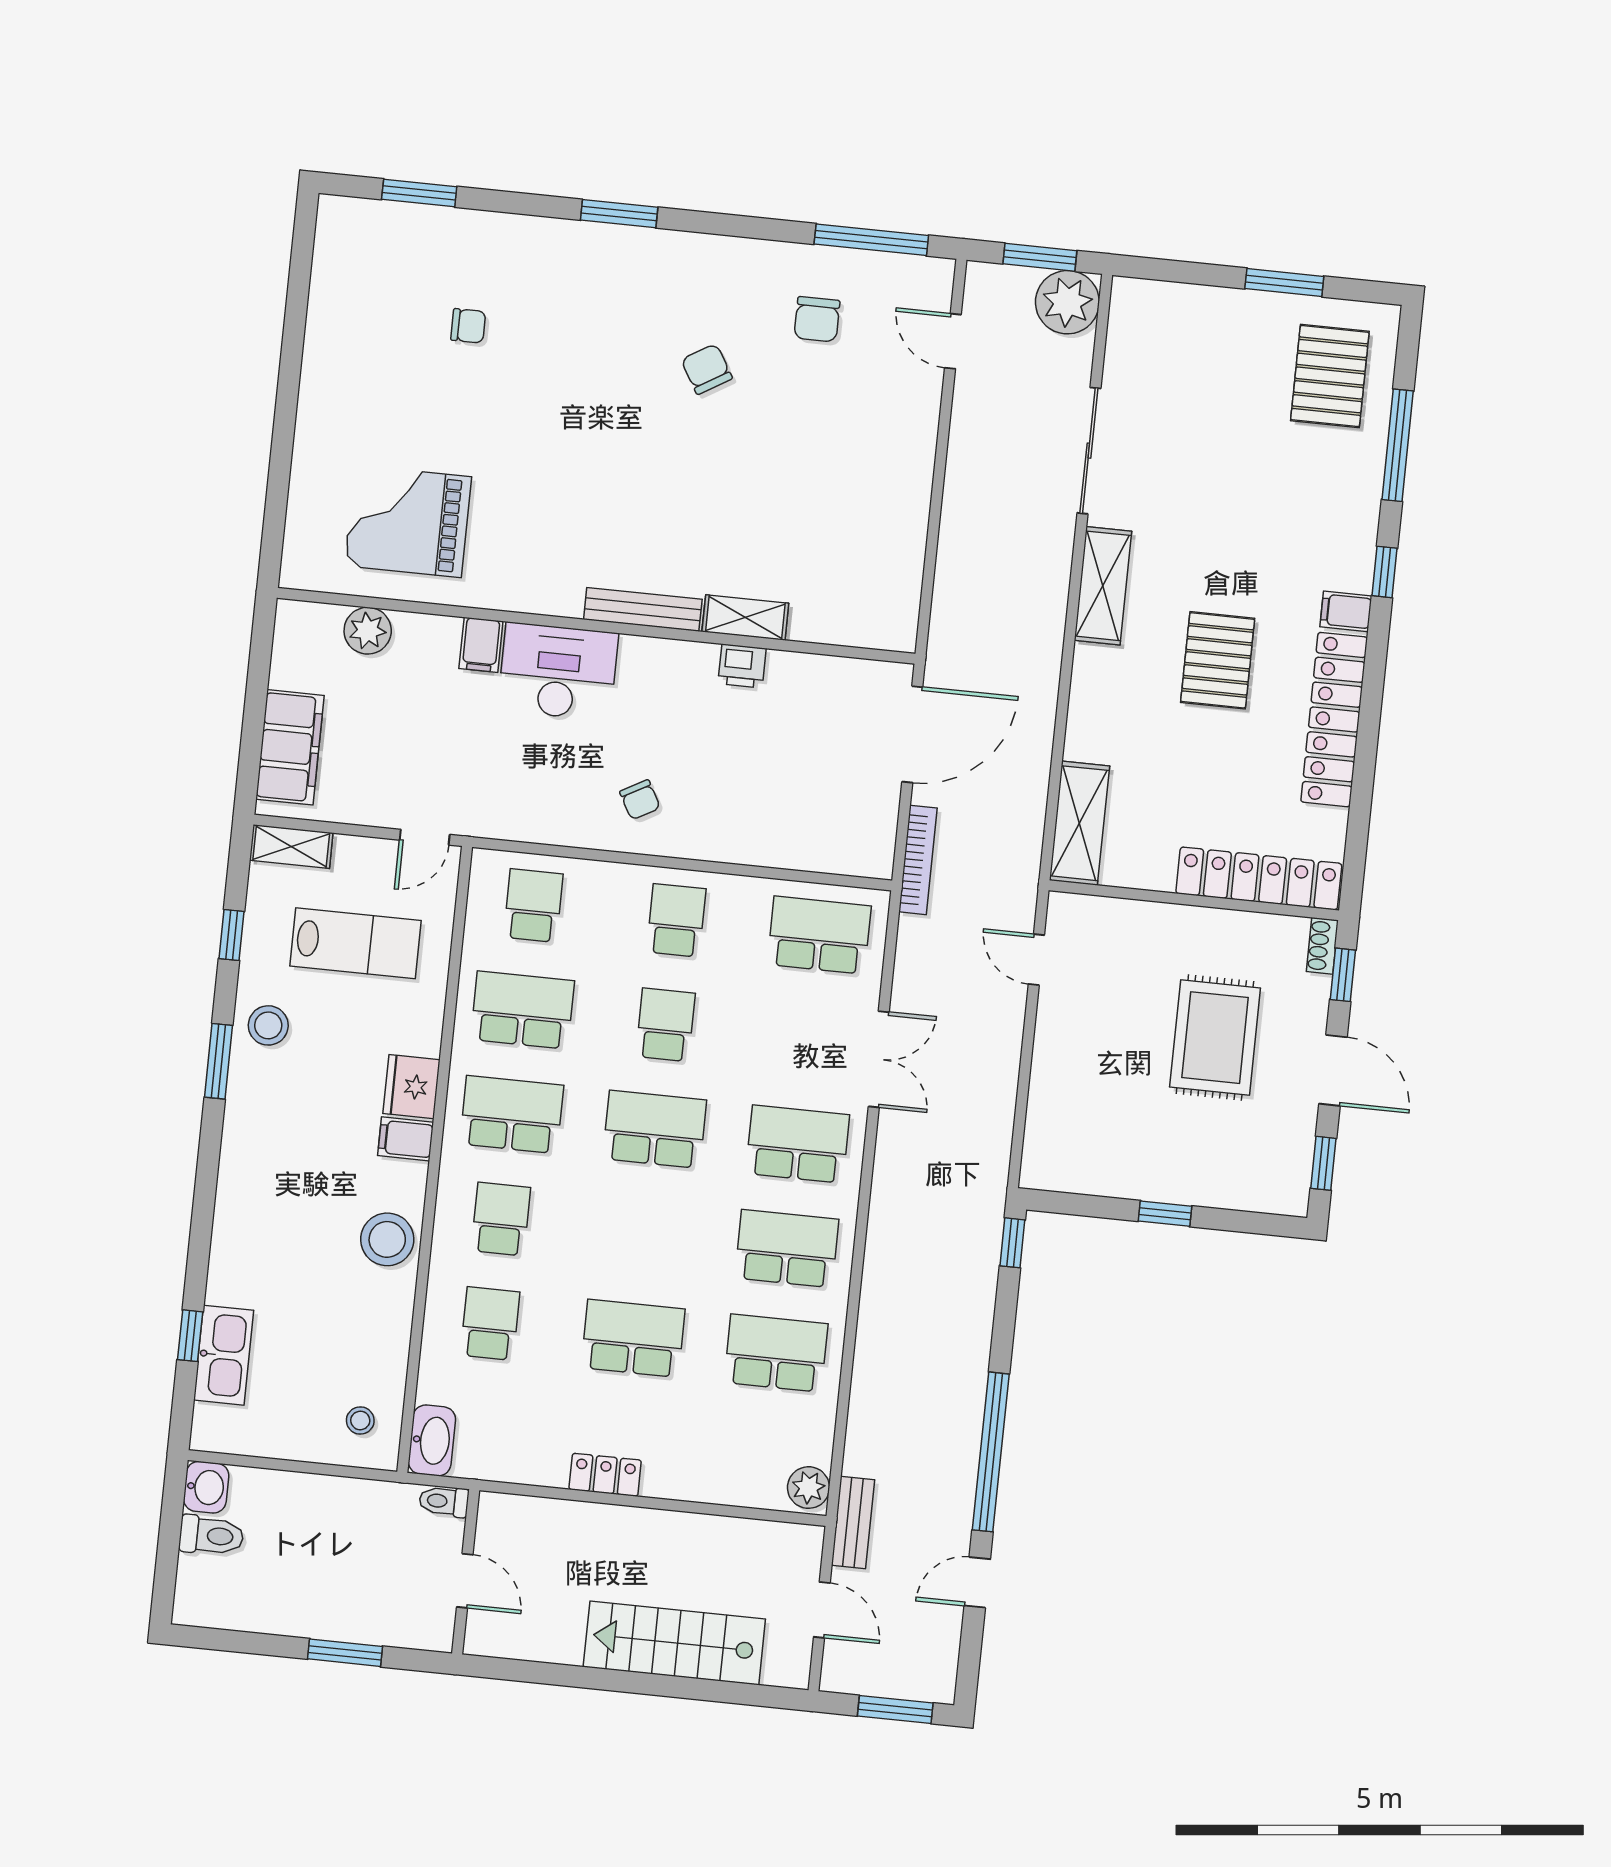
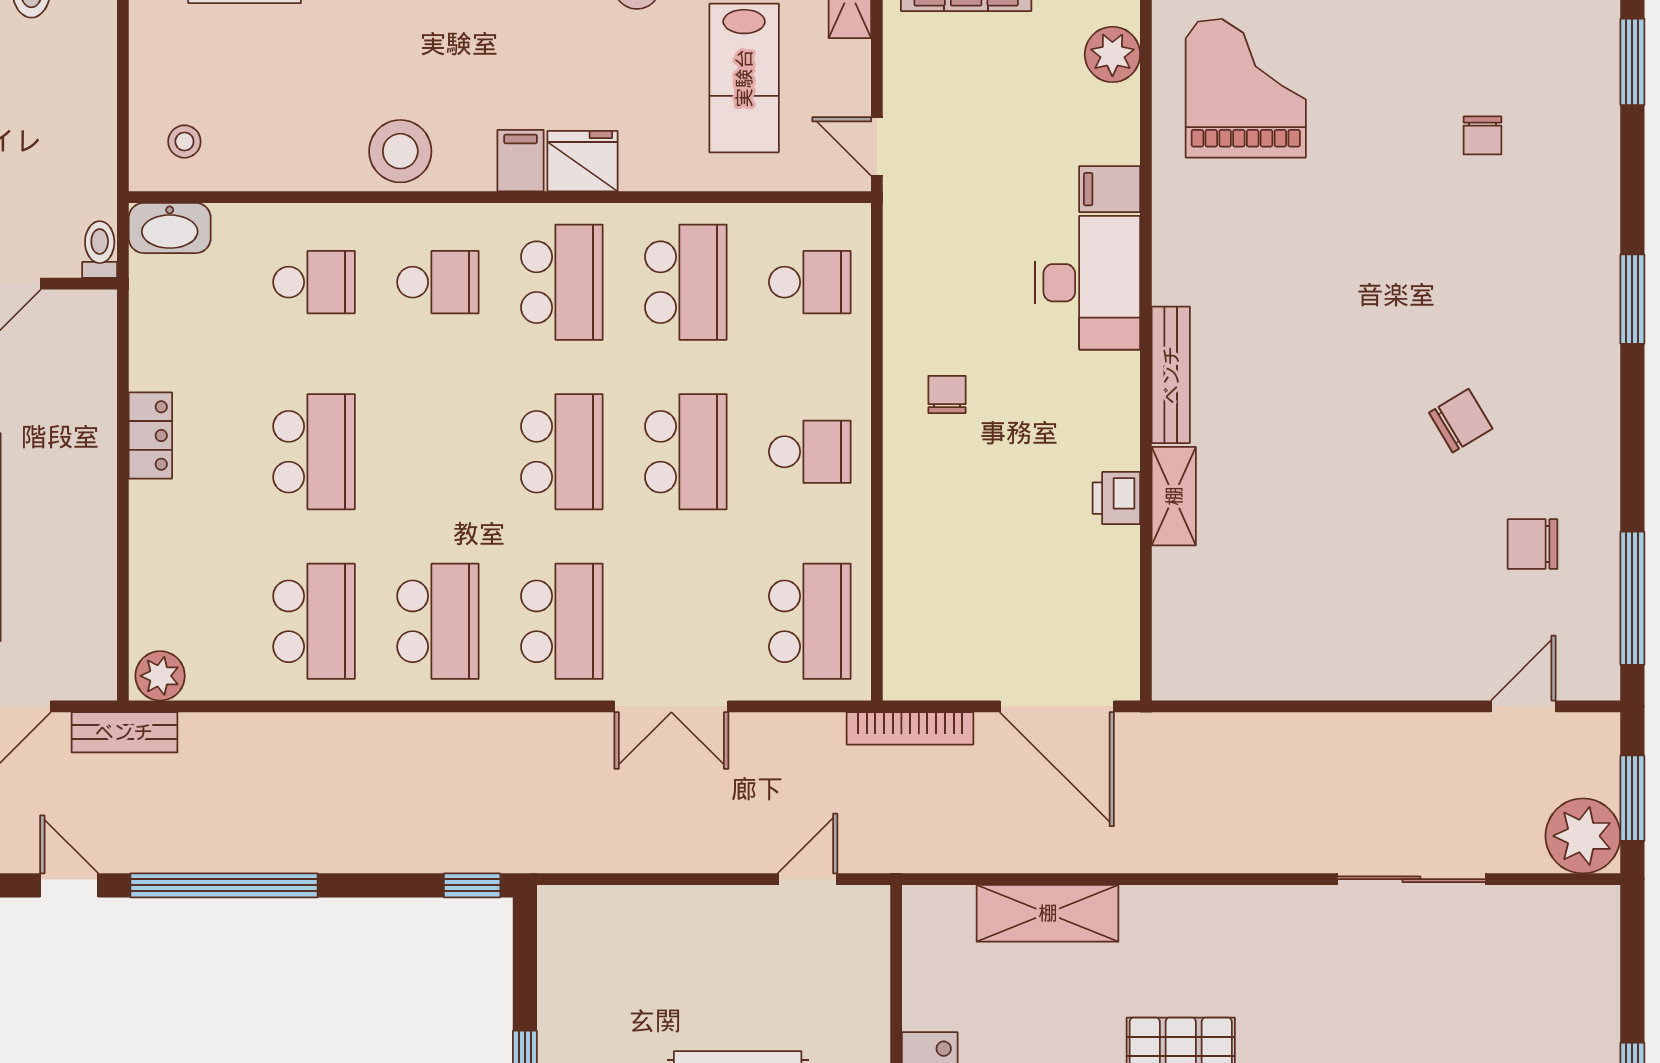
shelving: (1103, 586) -> (1254, 912), removed
chair: (640, 800) -> (947, 395), turned 119
shelving: (1079, 823) -> (1048, 913), moved
school desk: (665, 1025) -> (686, 452), width x1.85

